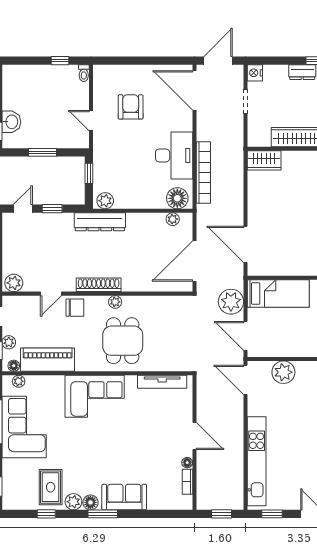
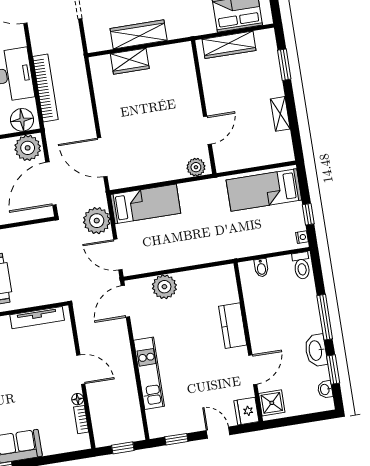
wardrobe: (264, 160) -> (130, 61), moved
plant: (173, 219) -> (28, 148), width x1.87, depth x1.87
door: (245, 380) -> (125, 301), hinge flipped
kitchen unit: (257, 461) -> (149, 373), width x0.73

